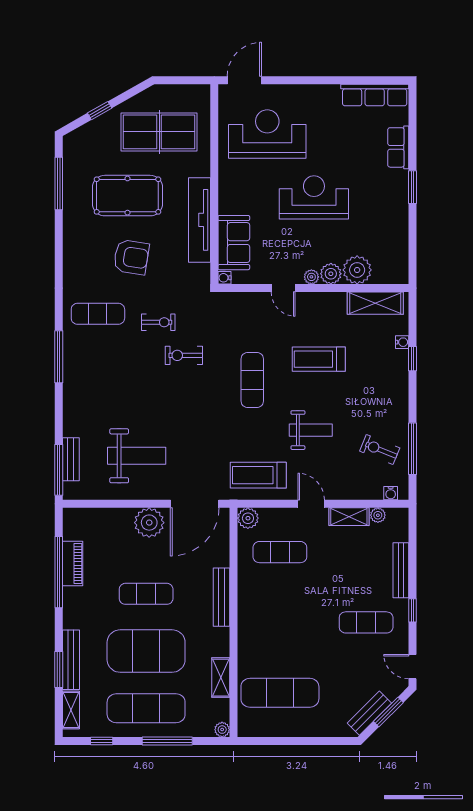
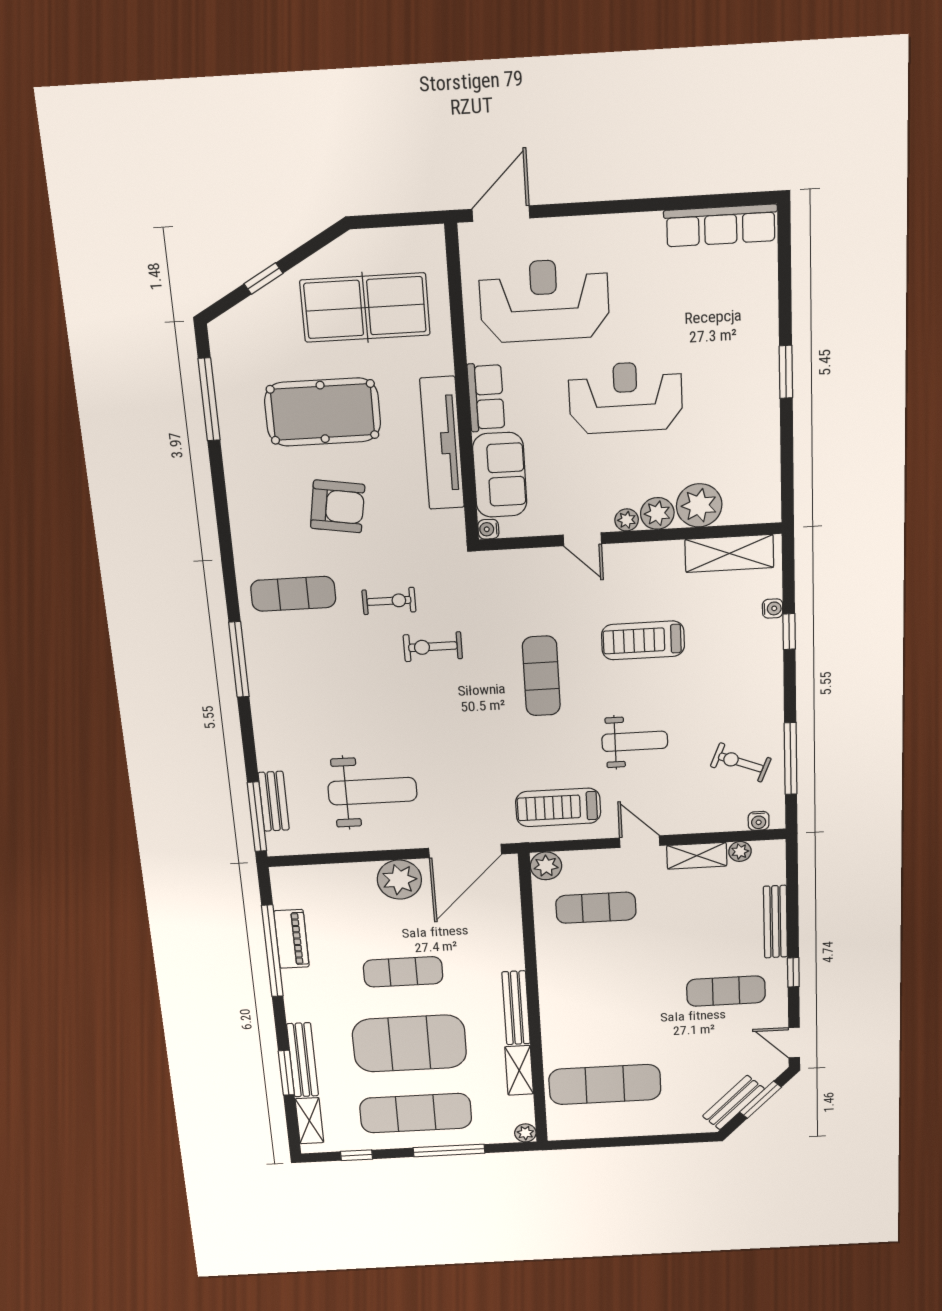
row of seats: (398, 147) -> (486, 397), moved, turned 180
bench: (222, 597) -> (516, 1008), moved

